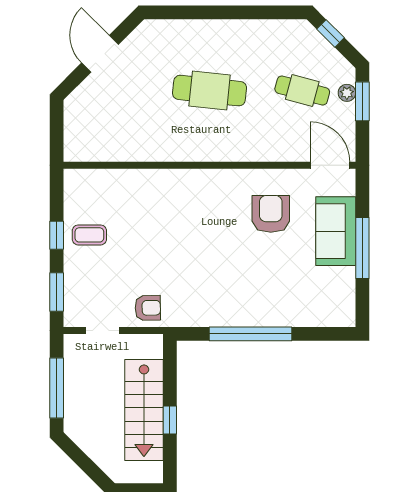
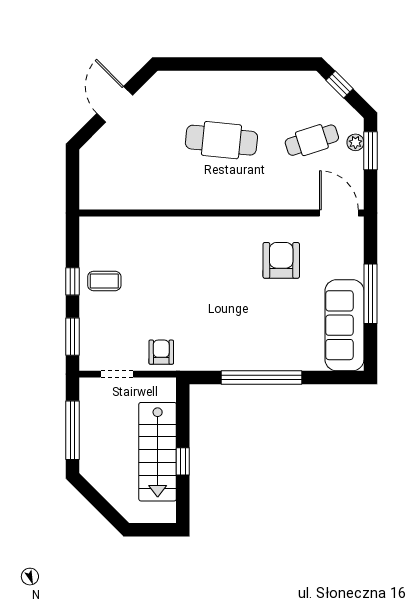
cafe table: (302, 91) -> (312, 140), turned -33
sofa: (336, 231) -> (344, 325), moved, width x1.36
armchair: (148, 308) -> (161, 352), turned -89

